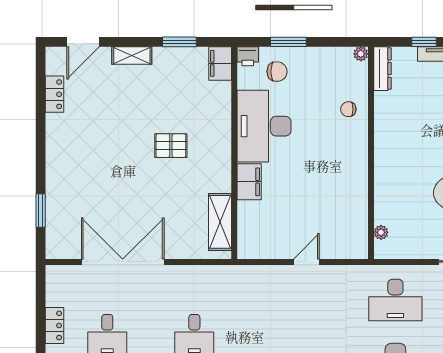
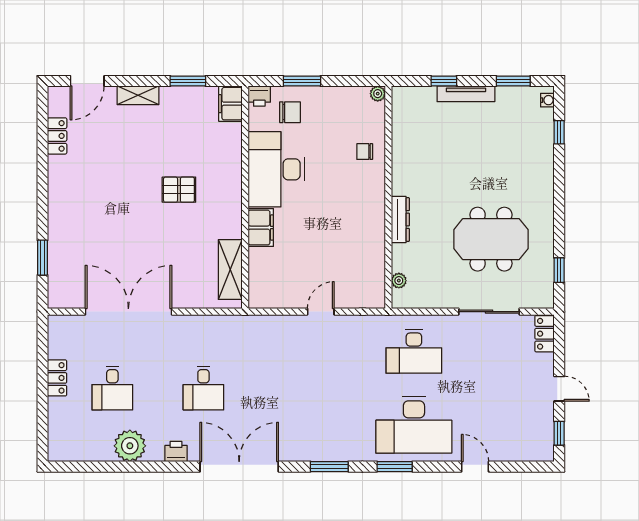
dresser: (382, 69) -> (400, 220), moved

